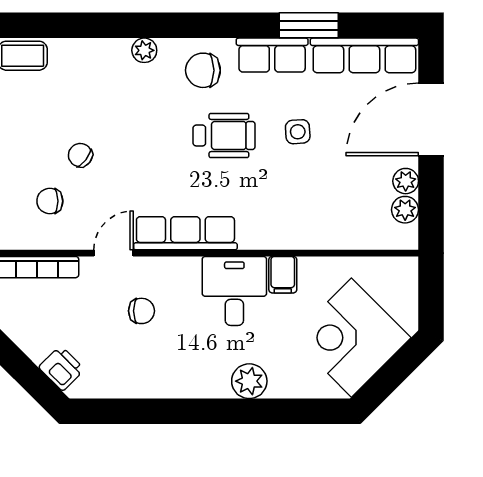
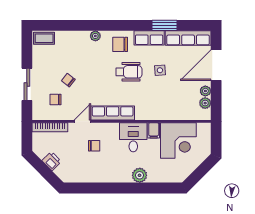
corner desk: (351, 338) -> (178, 141), moved, turned -135
printer: (62, 368) -> (52, 161), moved

